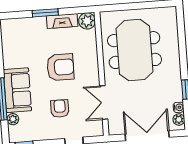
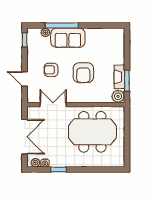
window: (45, 13) -> (127, 81), moved
armchair: (60, 109) -> (51, 70), turned 180

